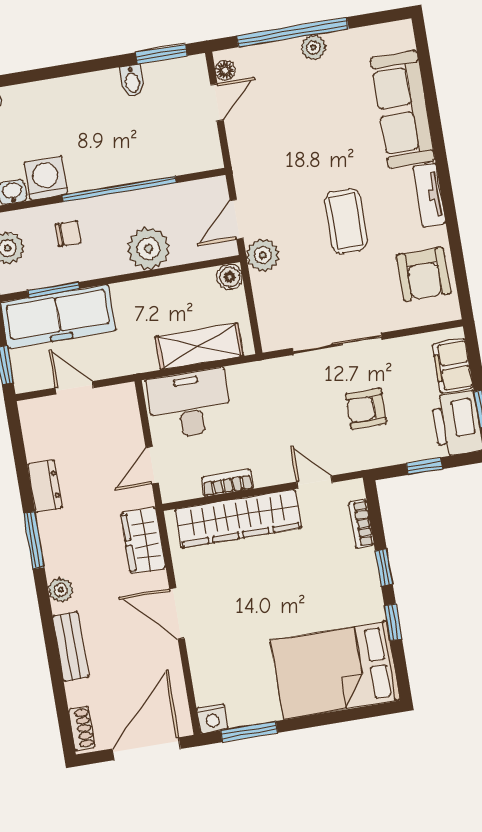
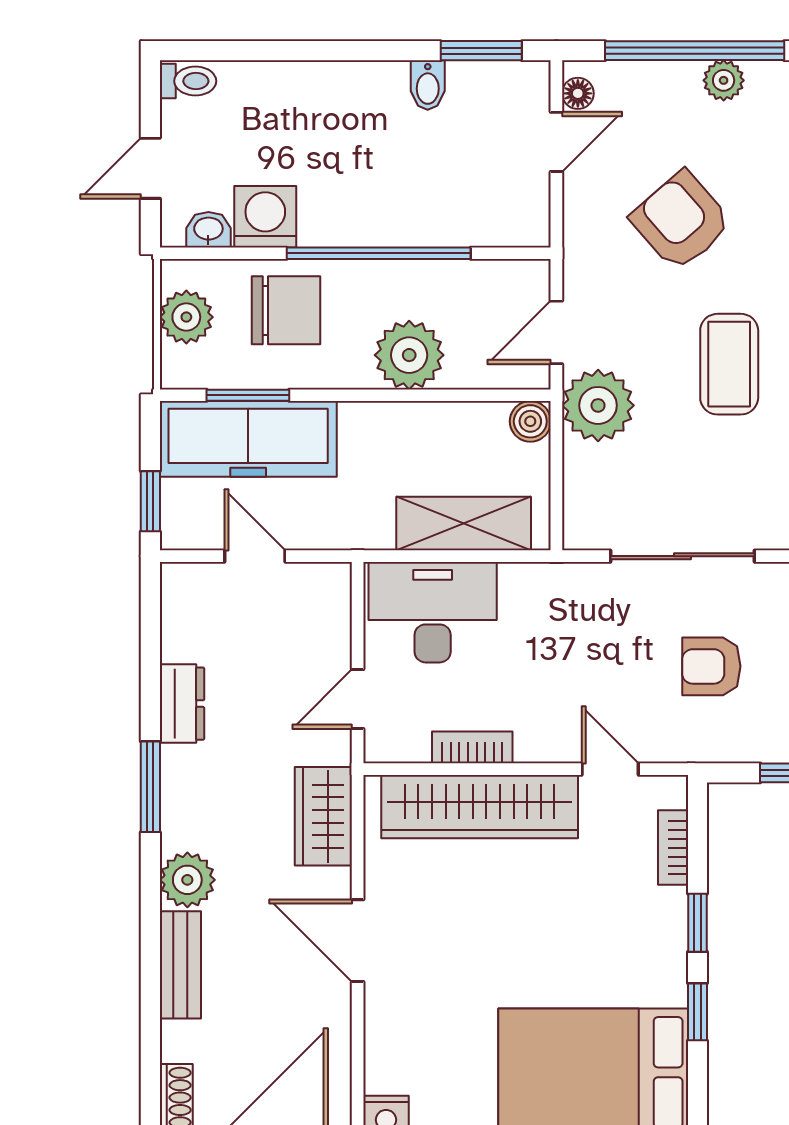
armchair: (302, 138) -> (681, 221), added
chair: (68, 234) -> (286, 310), width x1.87, depth x1.87
plant: (263, 255) -> (598, 405), width x1.36, depth x1.36
plant: (61, 590) -> (187, 880), width x1.38, depth x1.38

